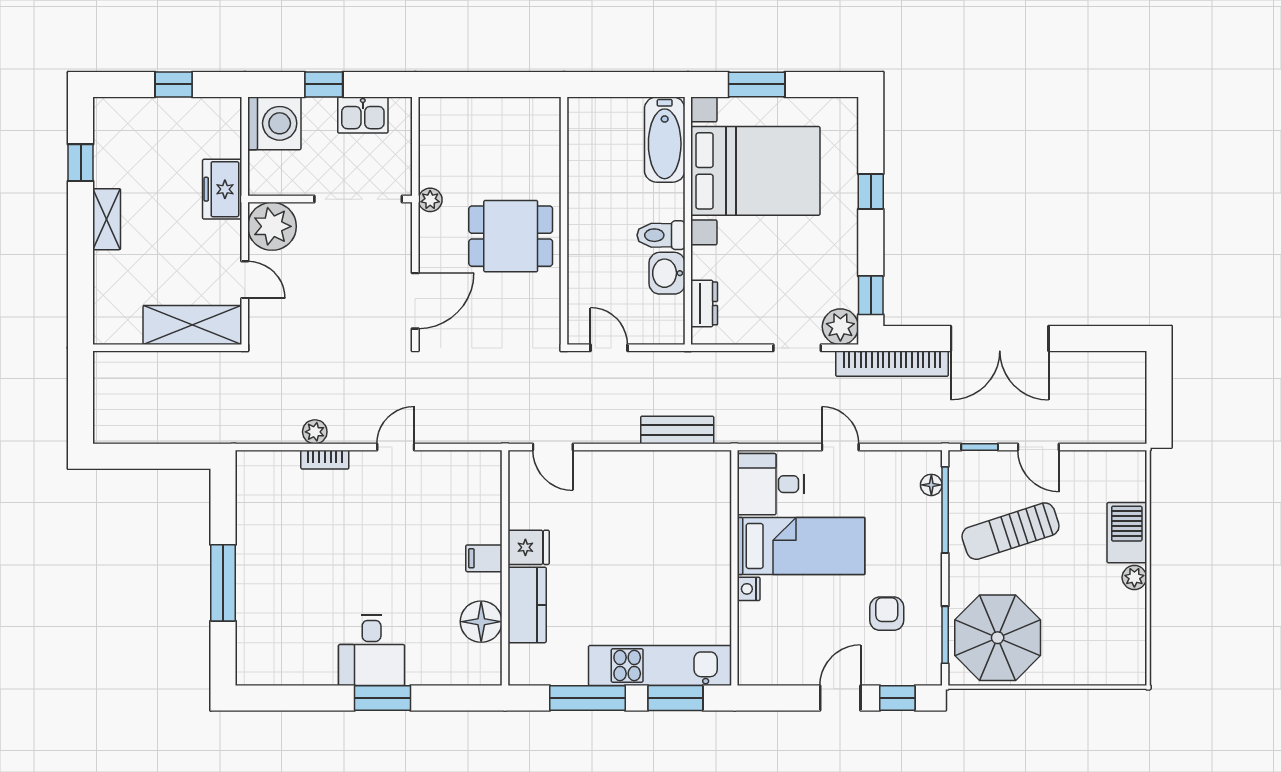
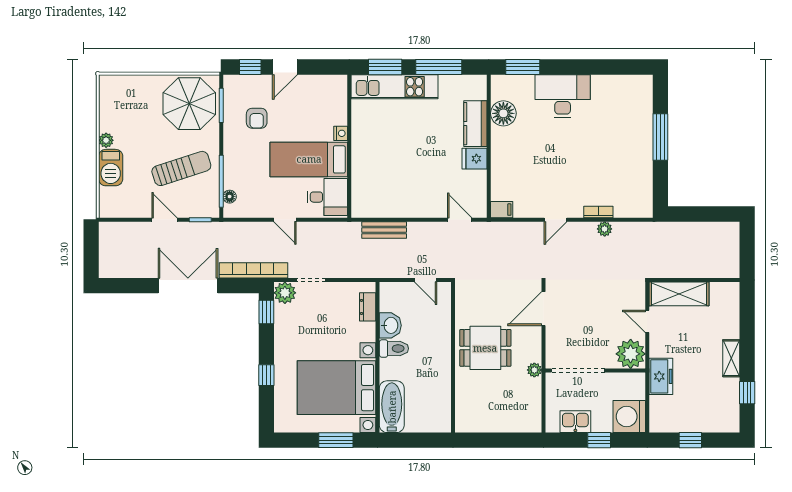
filing cabinet: (484, 558) -> (502, 210), moved
desk: (372, 650) -> (563, 96), width x1.37
window: (383, 698) -> (523, 67), moved

